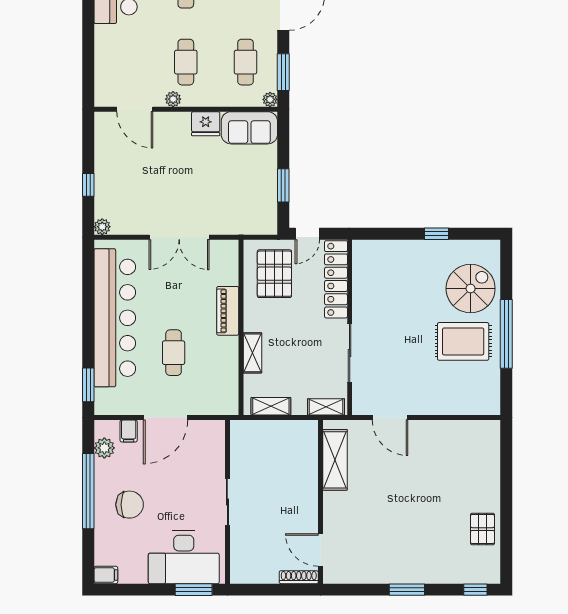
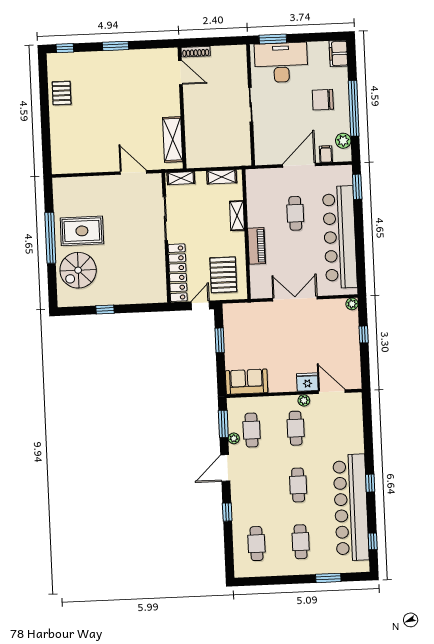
plant: (270, 99) -> (234, 438), moved
fridge: (206, 124) -> (307, 382), moved
filing cabinet: (106, 575) -> (338, 53), width x2.00

